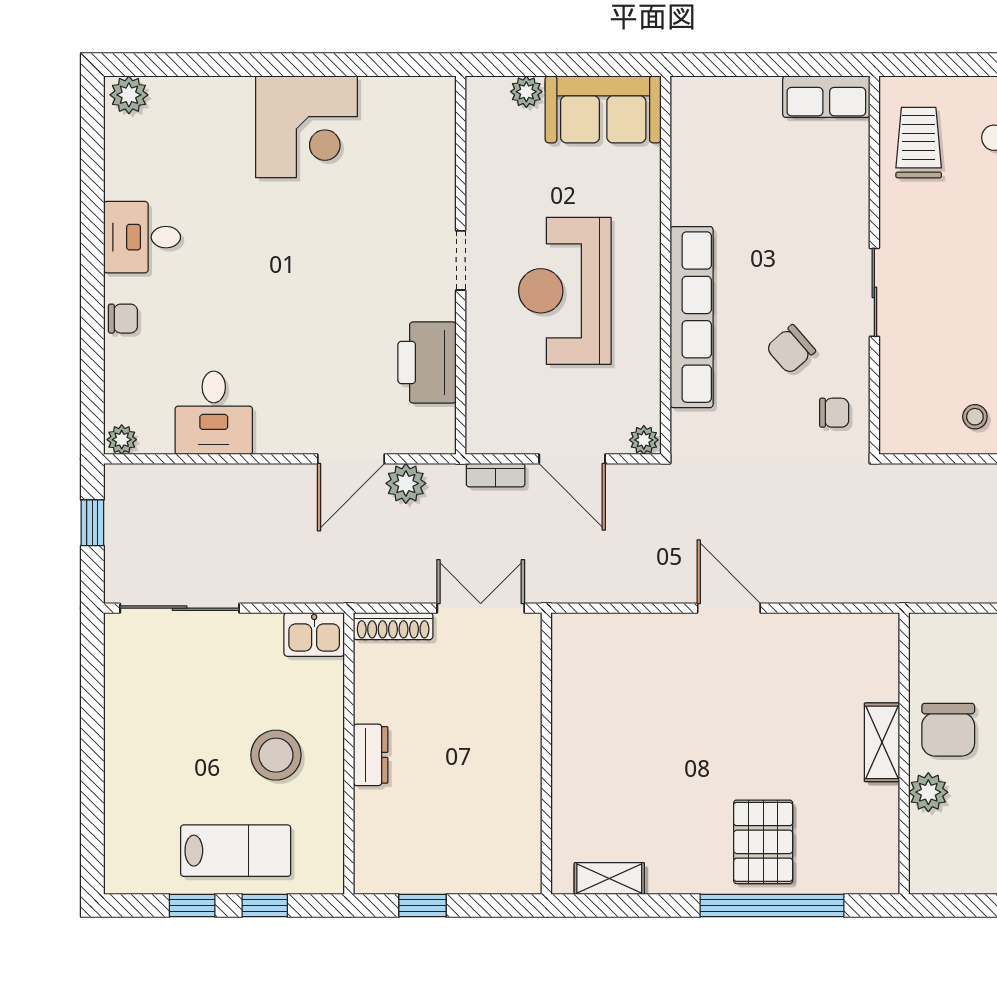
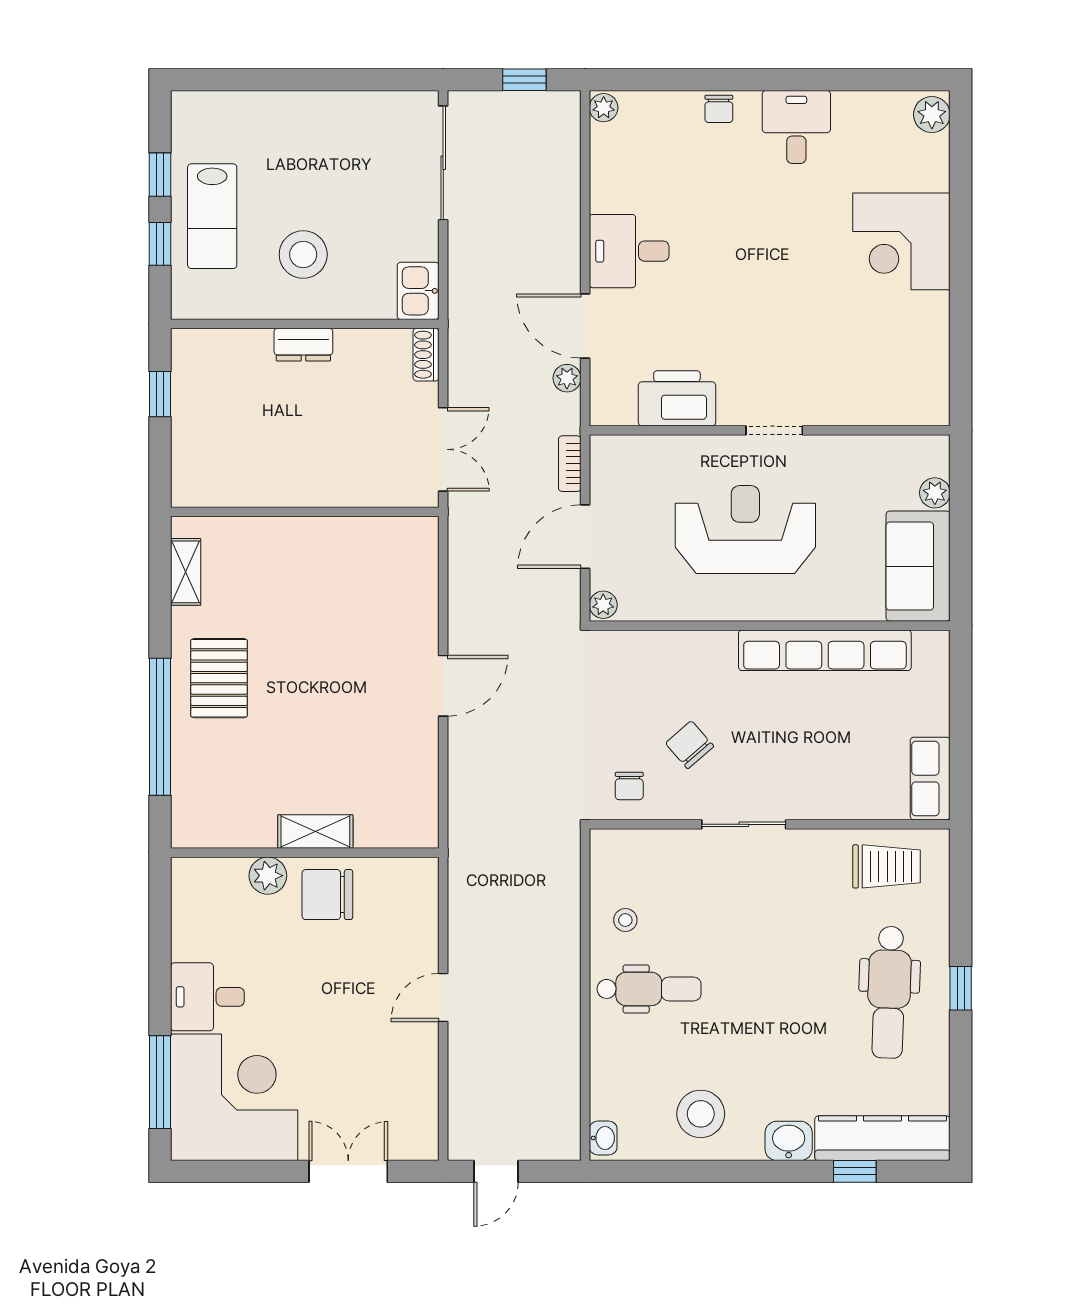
corner desk: (306, 127) -> (901, 241), moved
row of seats: (692, 317) -> (825, 650), moved
desk: (214, 413) -> (629, 251), moved
plant: (406, 483) -> (567, 378), width x0.73, depth x0.73
shoe rack: (393, 626) -> (426, 355), width x0.70
pallet: (763, 842) -> (219, 678), moved, turned 90

